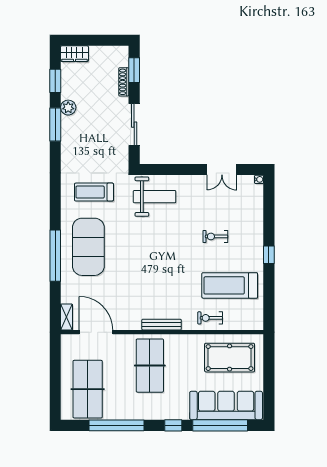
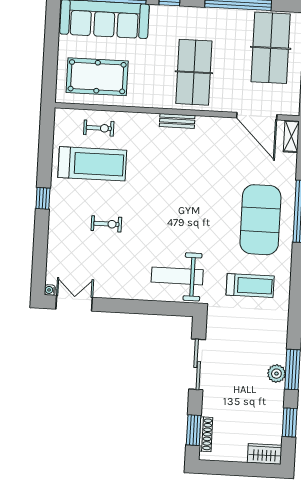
shoe rack: (124, 82) -> (206, 434), moved
plant: (68, 108) -> (276, 374), moved
double door: (222, 170) -> (74, 303), moved
exercise bike: (210, 318) -> (99, 128), moved
bench: (162, 325) -> (177, 121), width x0.73

